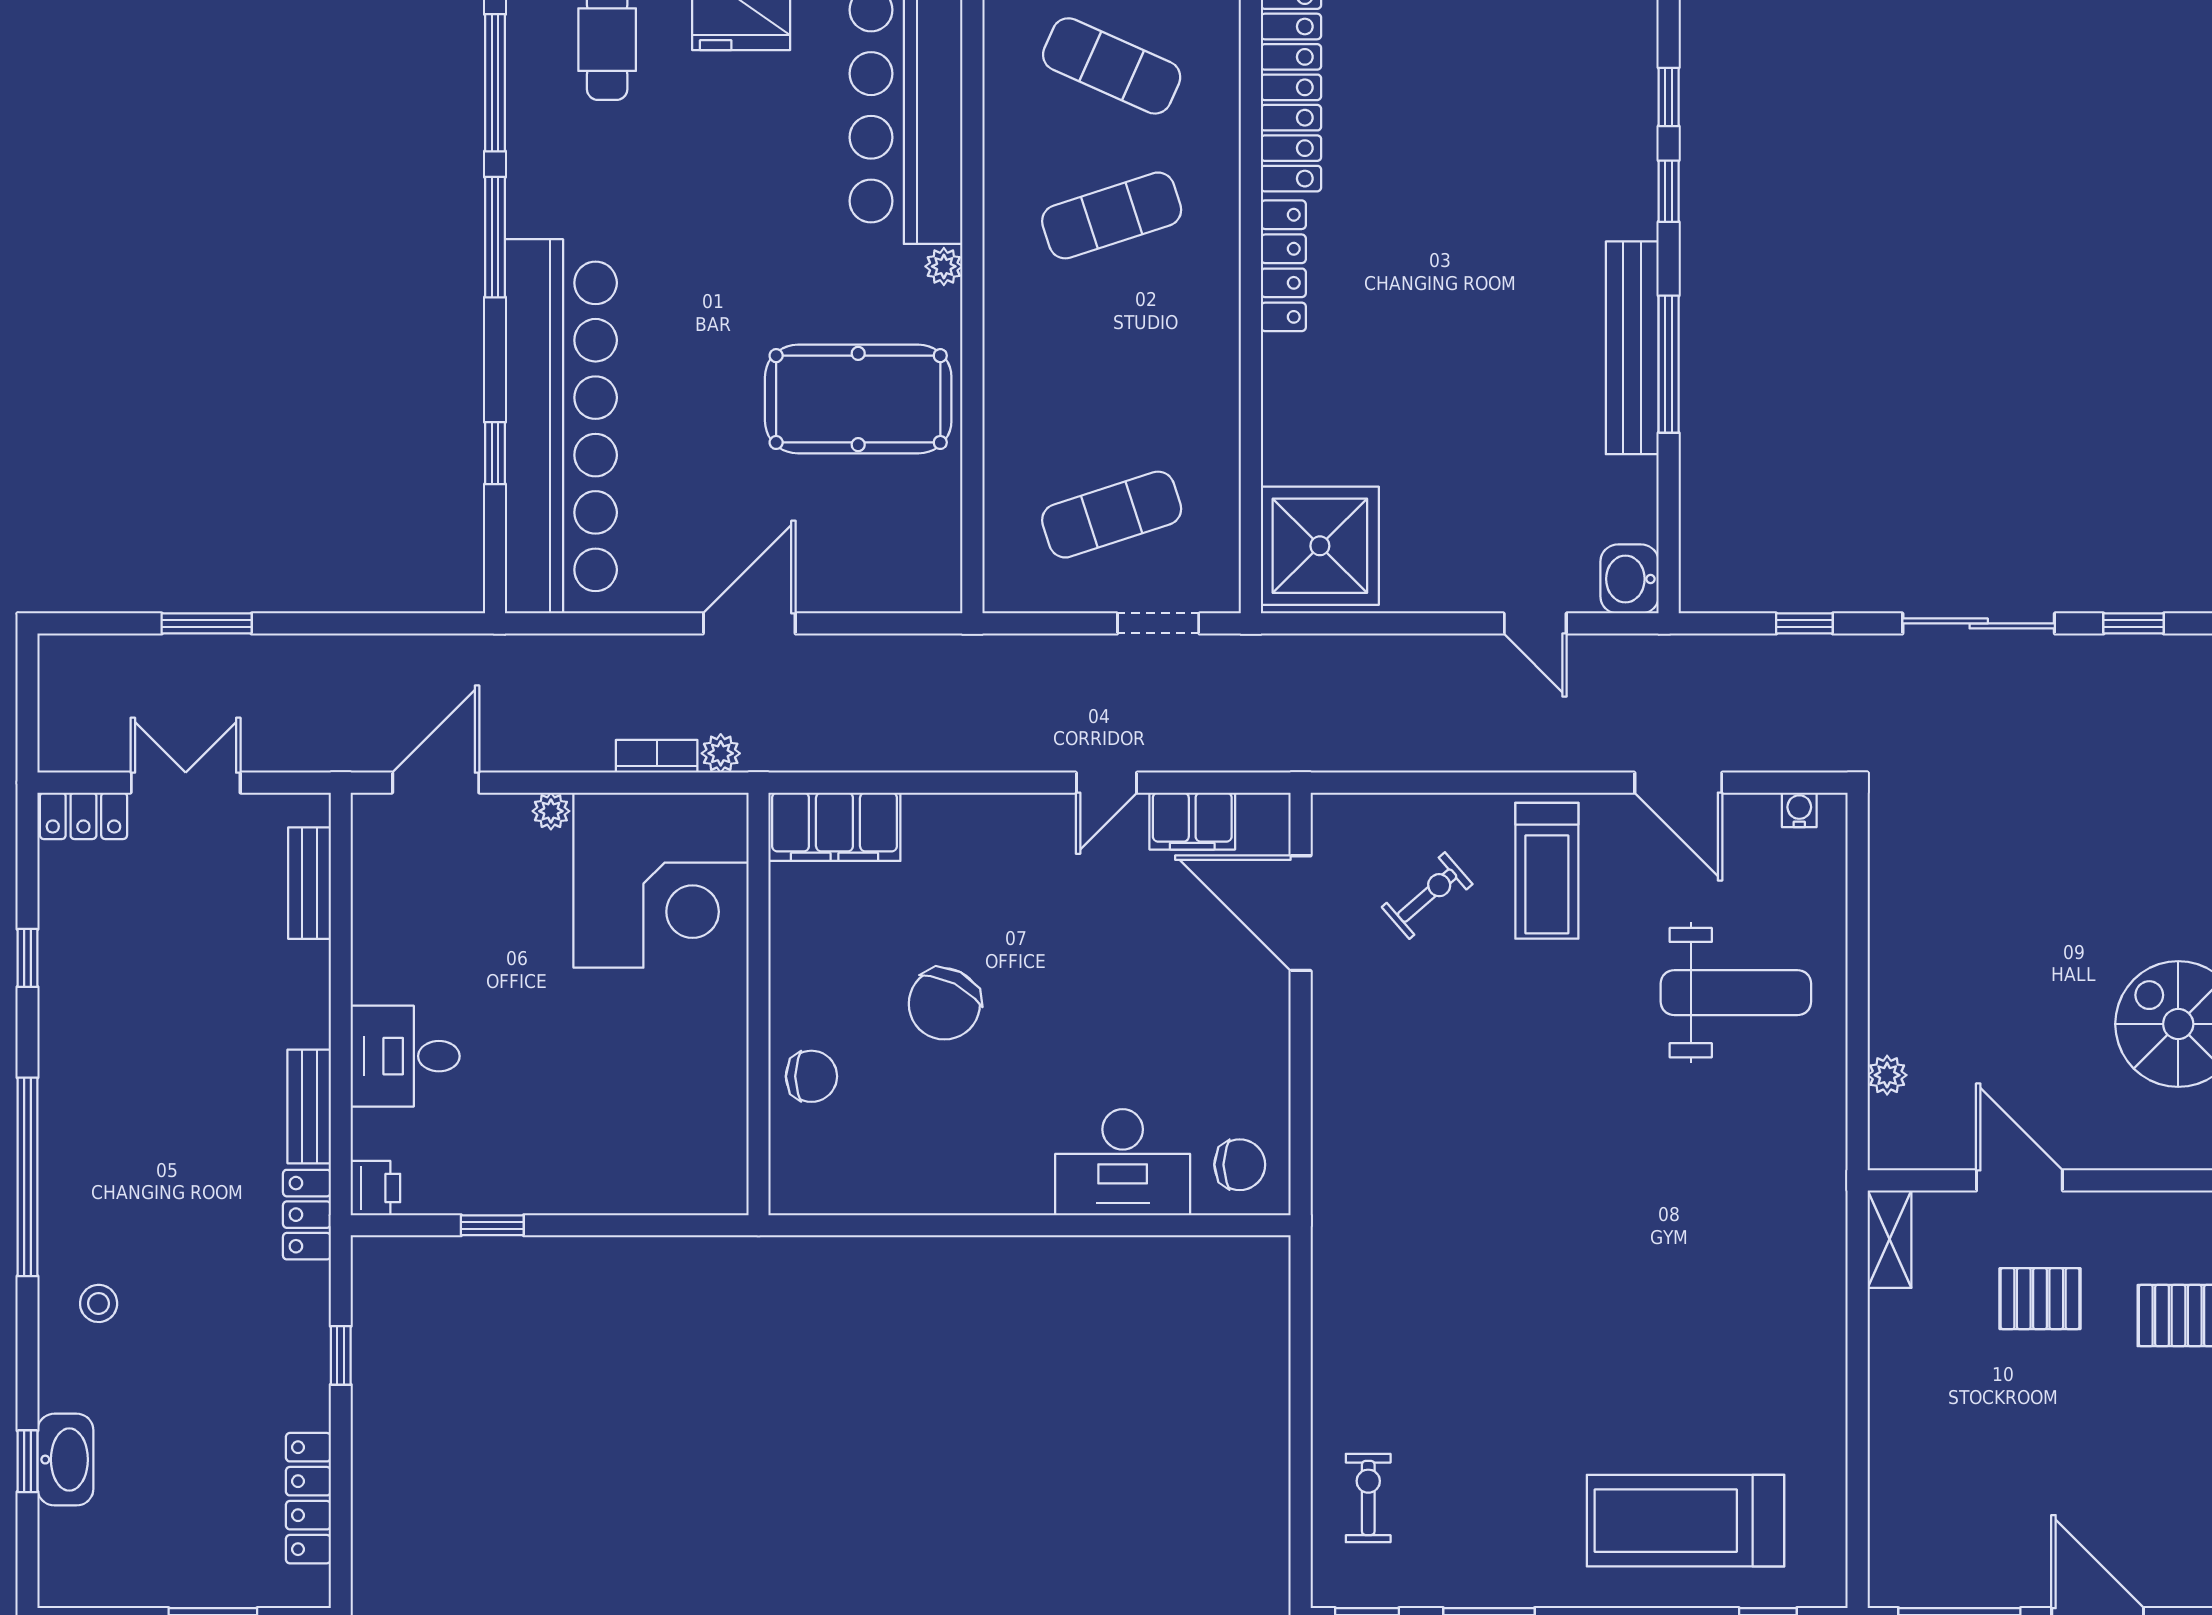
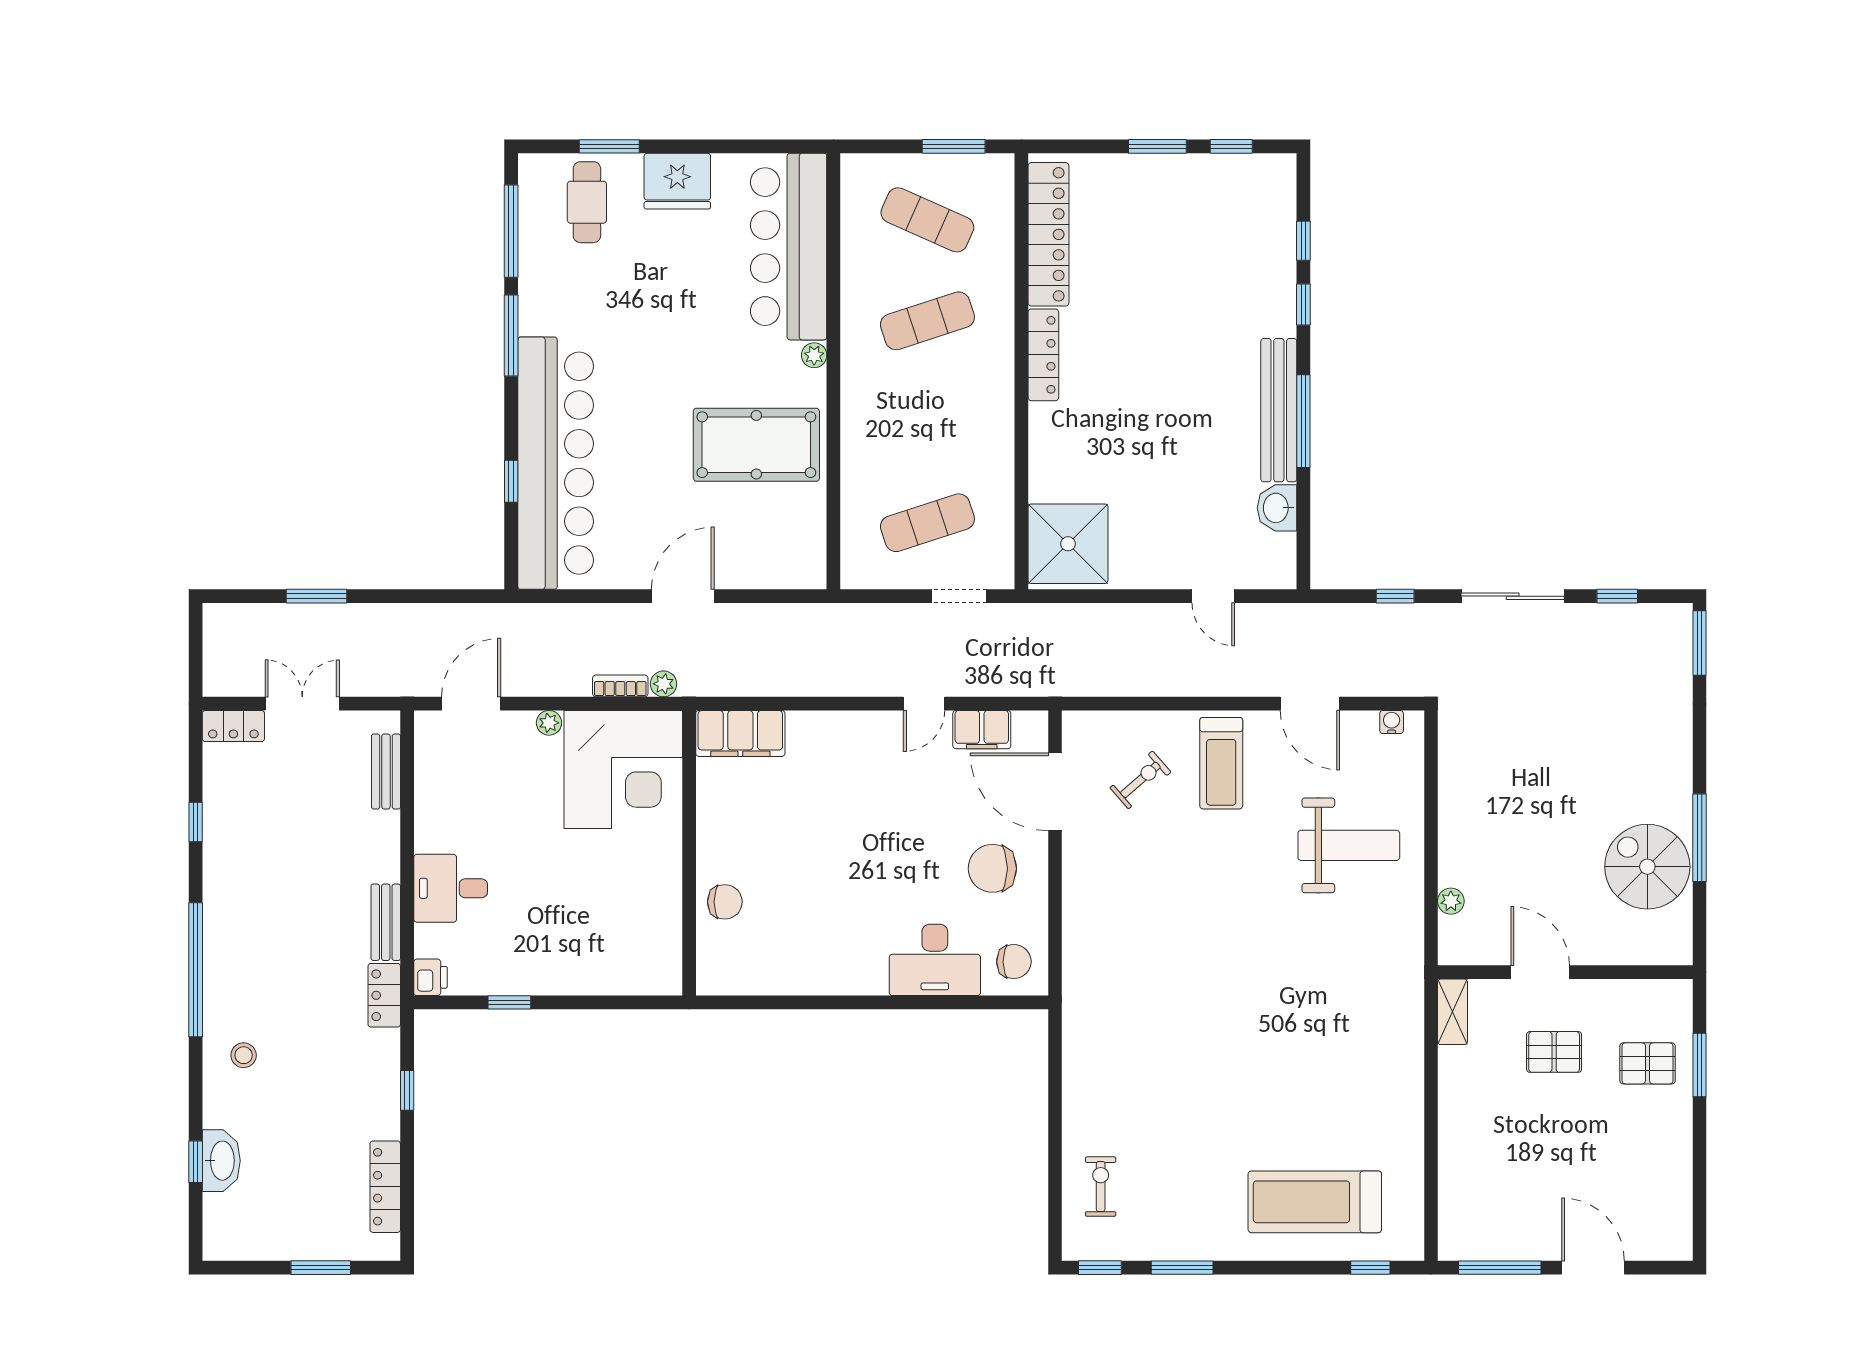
washbasin: (1629, 579) -> (1277, 508), moved
chair: (944, 1004) -> (992, 868), moved, turned 63

